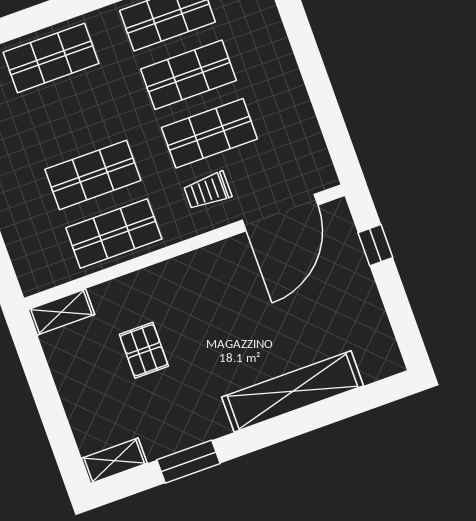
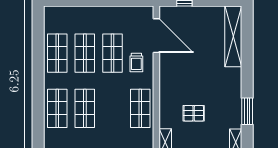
shop shelf: (93, 175) -> (85, 108), moved
shelving: (293, 391) -> (233, 36), moved

